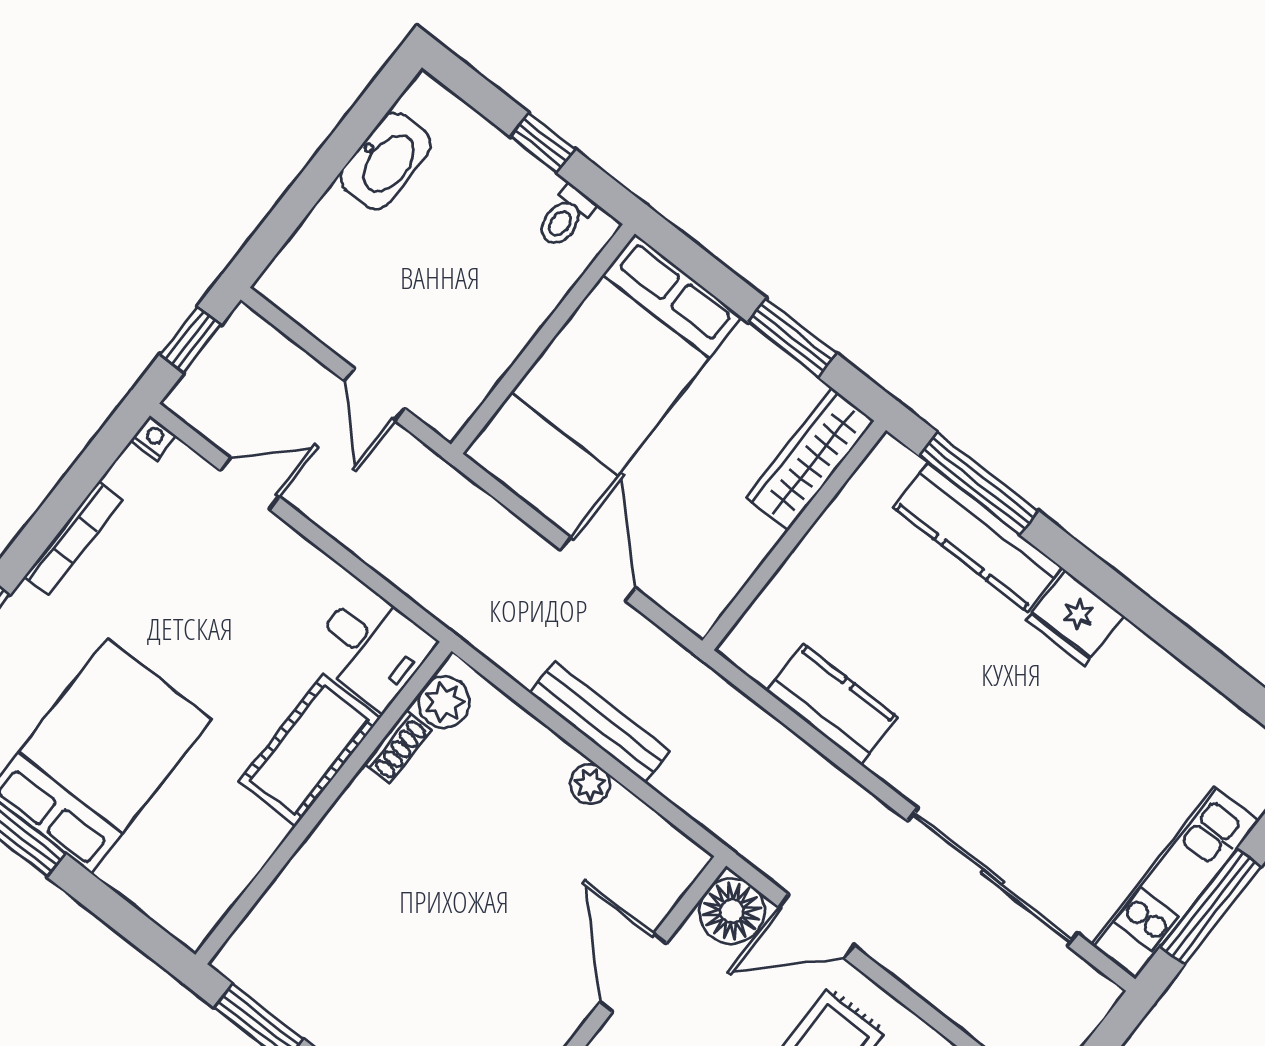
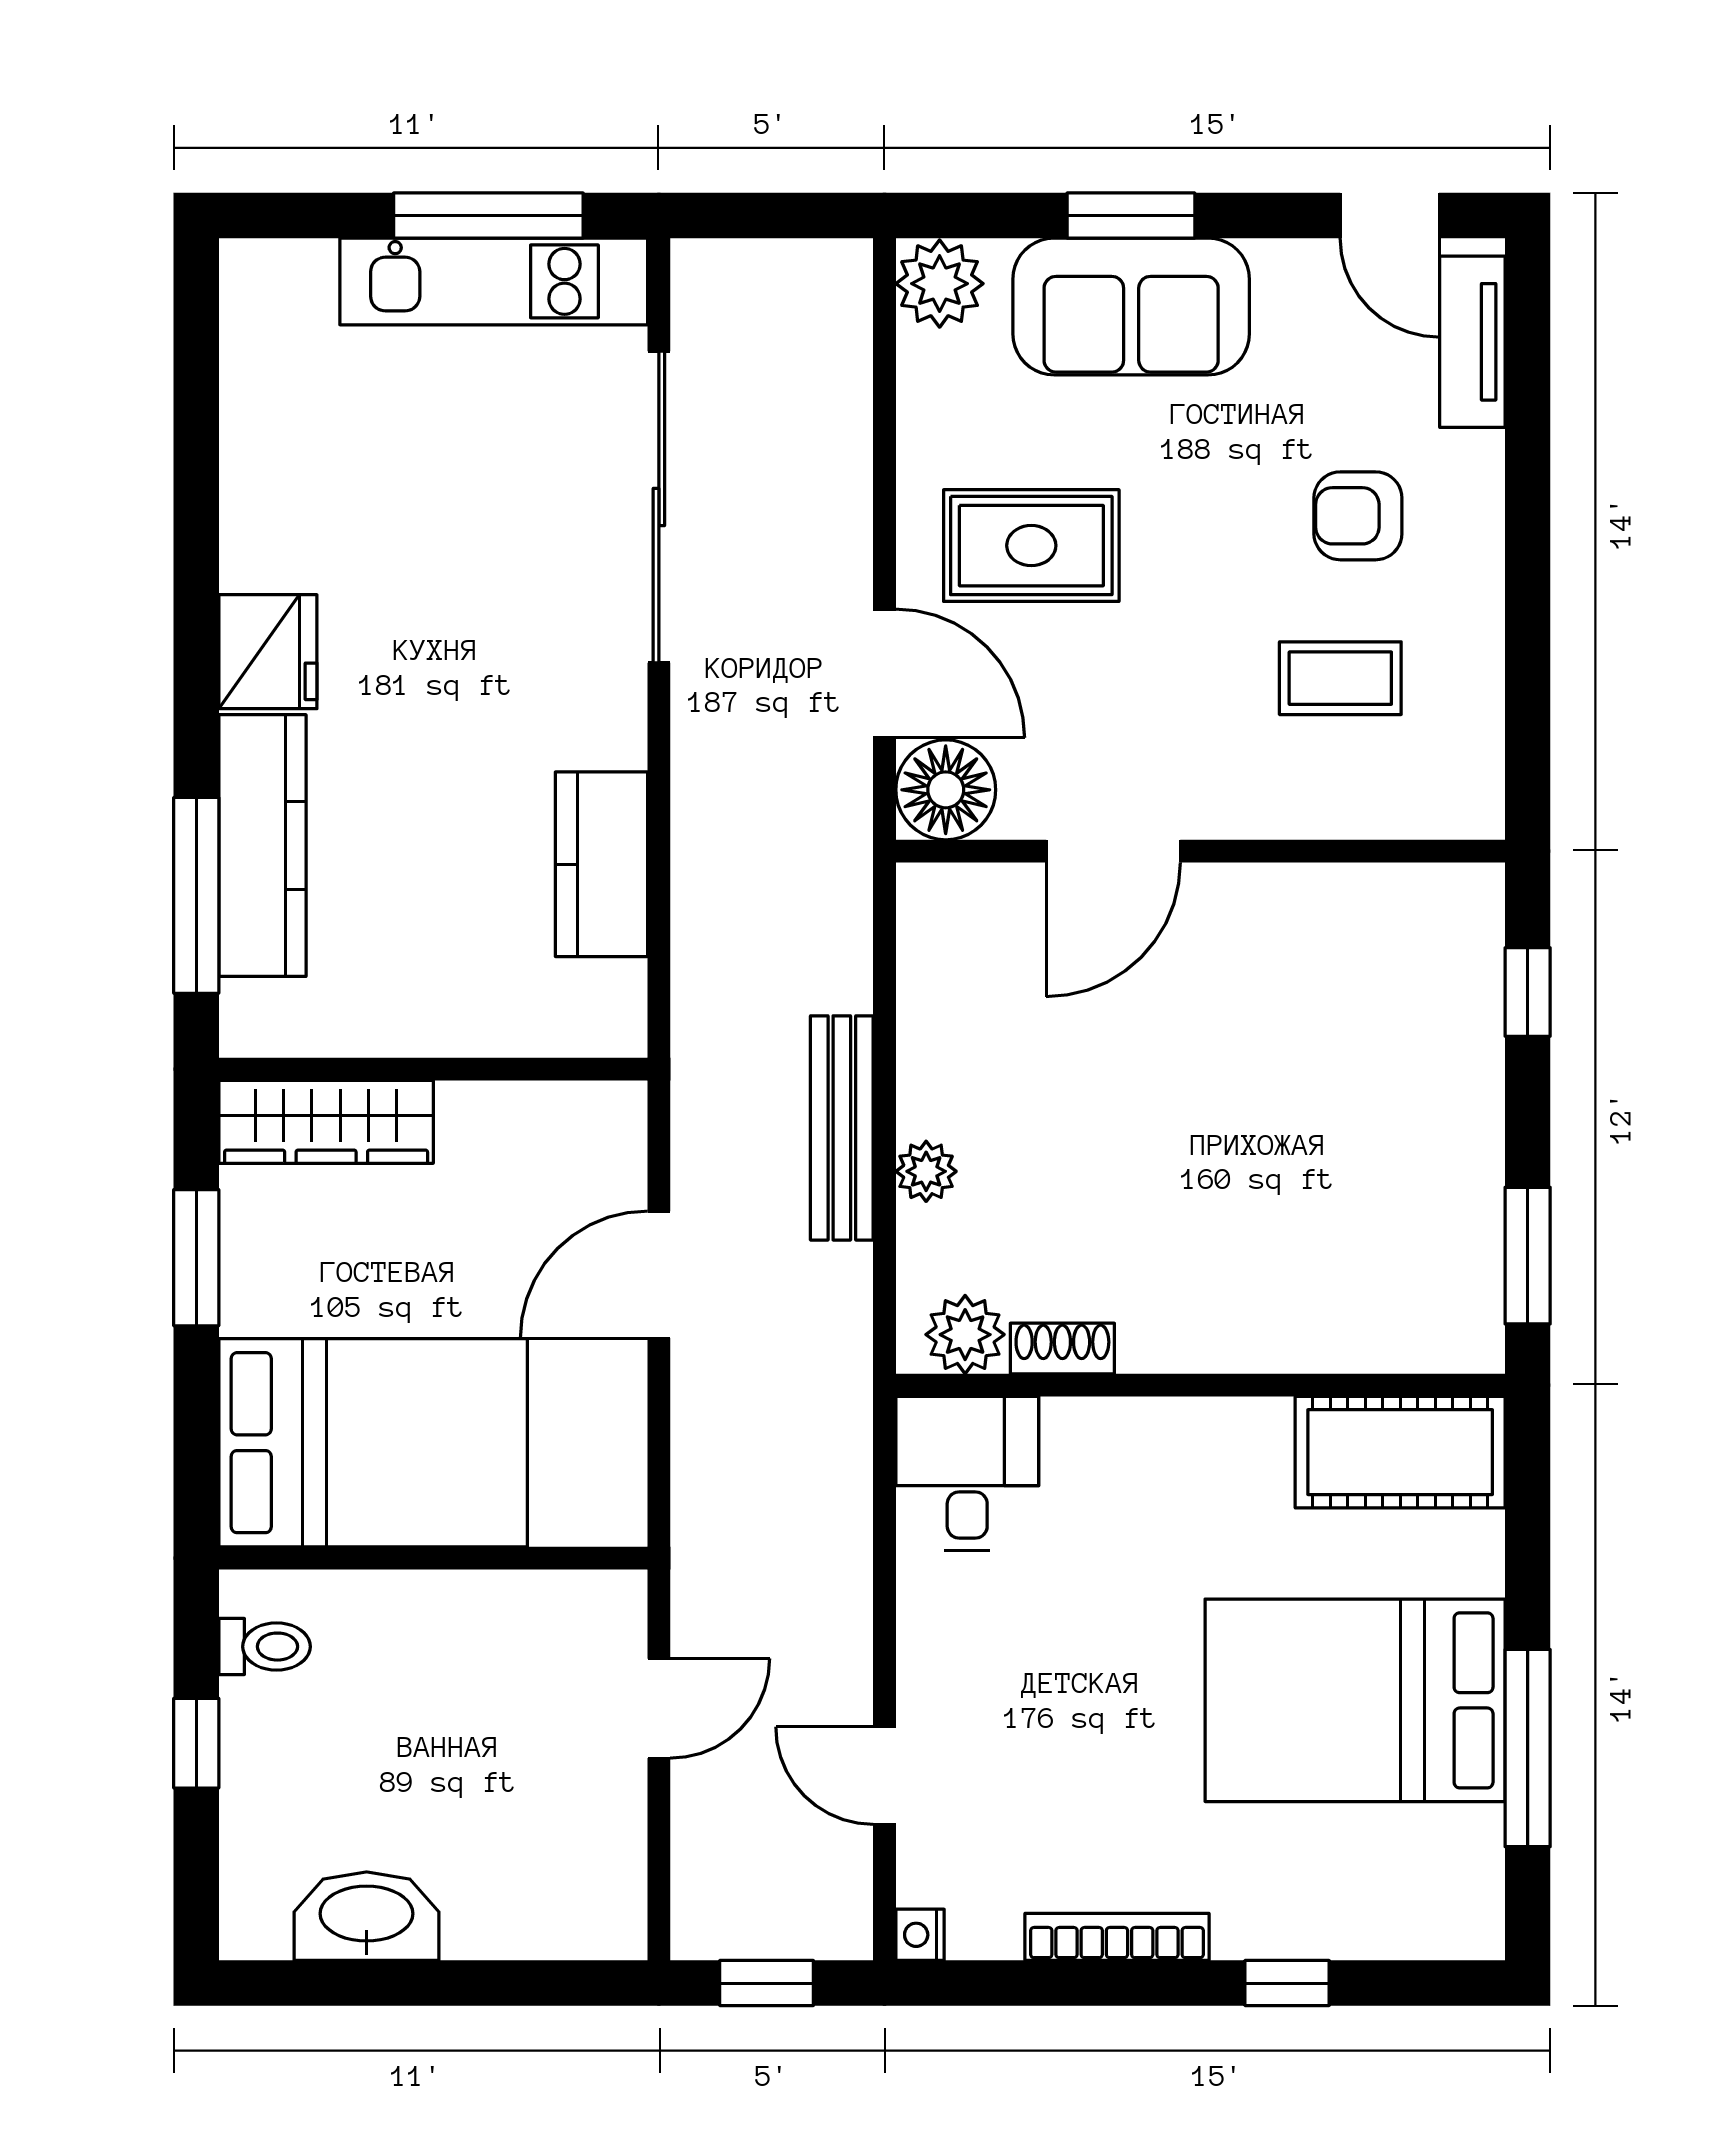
cot: (309, 750) -> (1400, 1452), moved
plant: (590, 784) -> (926, 1171), moved

